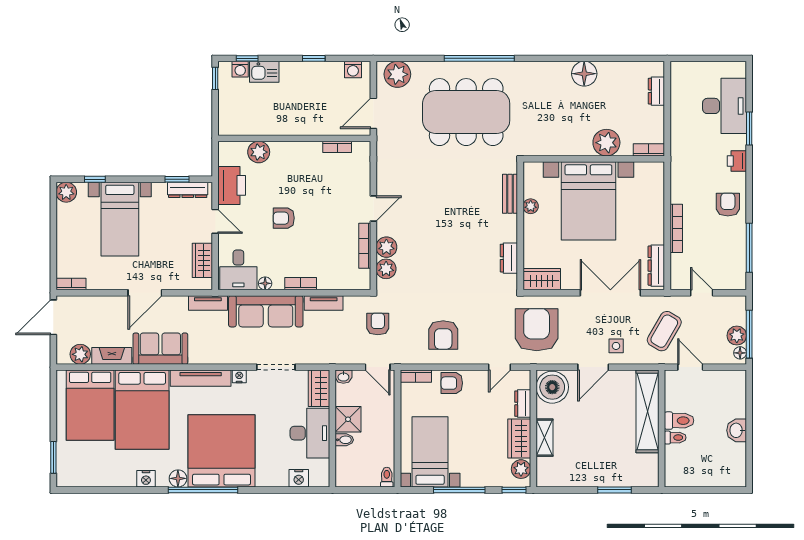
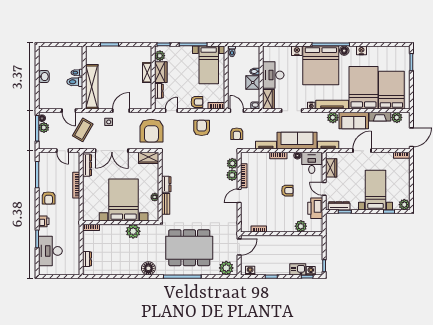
floor lamp: (584, 74) -> (148, 268), moved
plant: (606, 143) -> (133, 231), moved
dresser: (509, 258) -> (166, 184), moved
plant: (199, 354) -> (333, 118), added
boiler: (552, 387) -> (143, 100), removed
nightstand: (299, 478) -> (297, 51), moved

